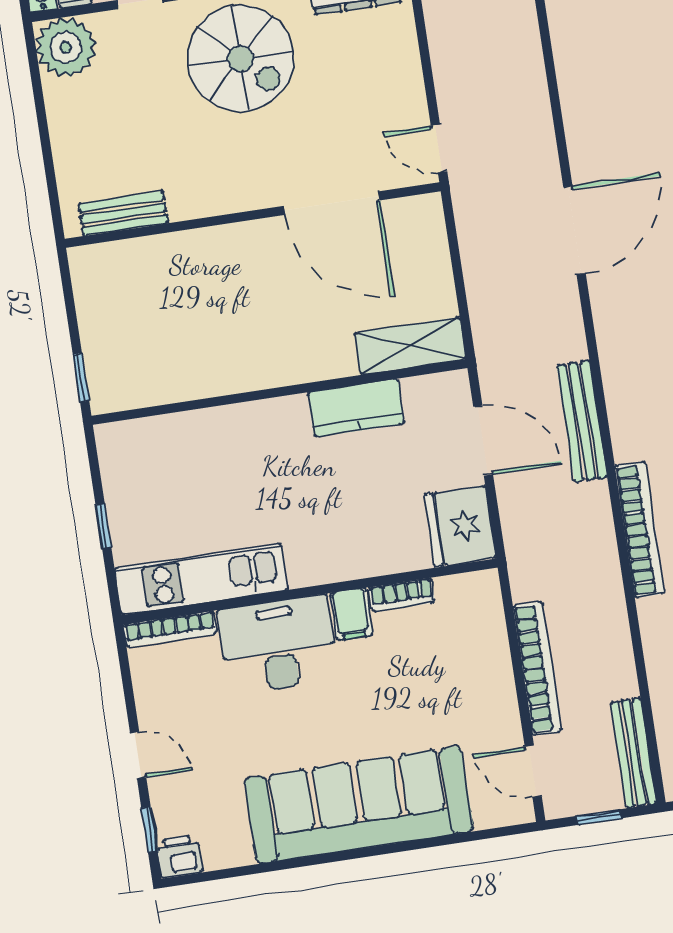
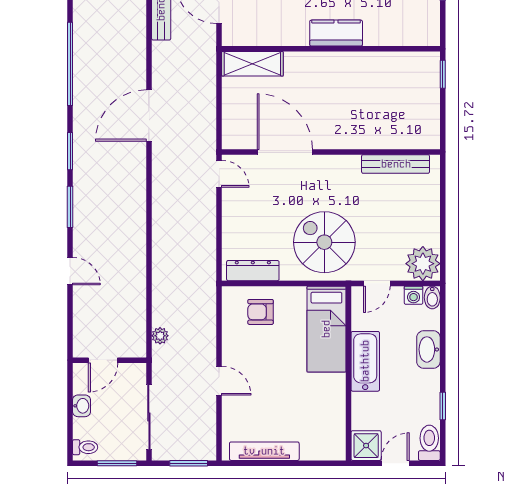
bench: (123, 213) -> (396, 164), width x1.36
kitchen counter: (356, 408) -> (336, 33), moved

